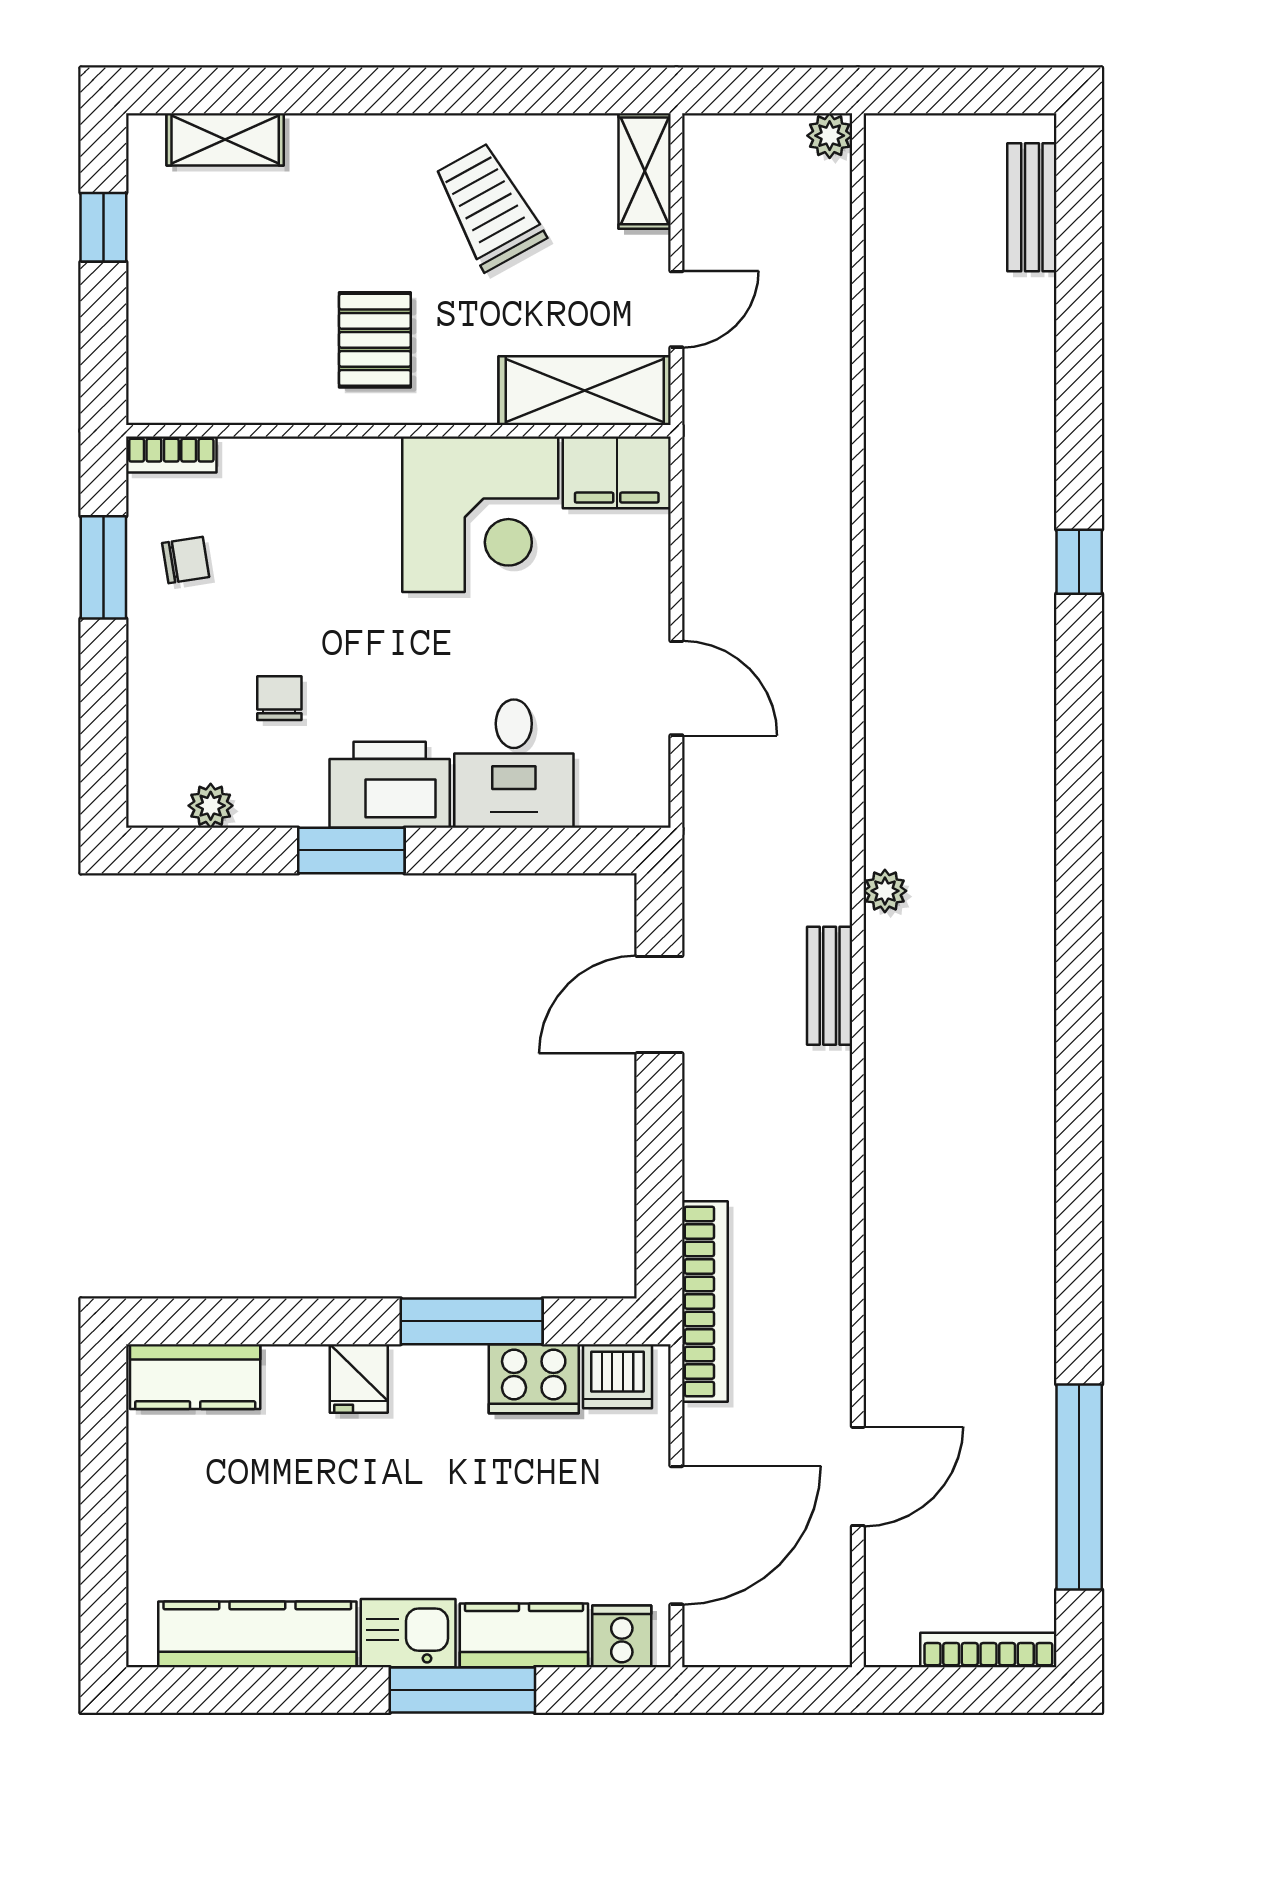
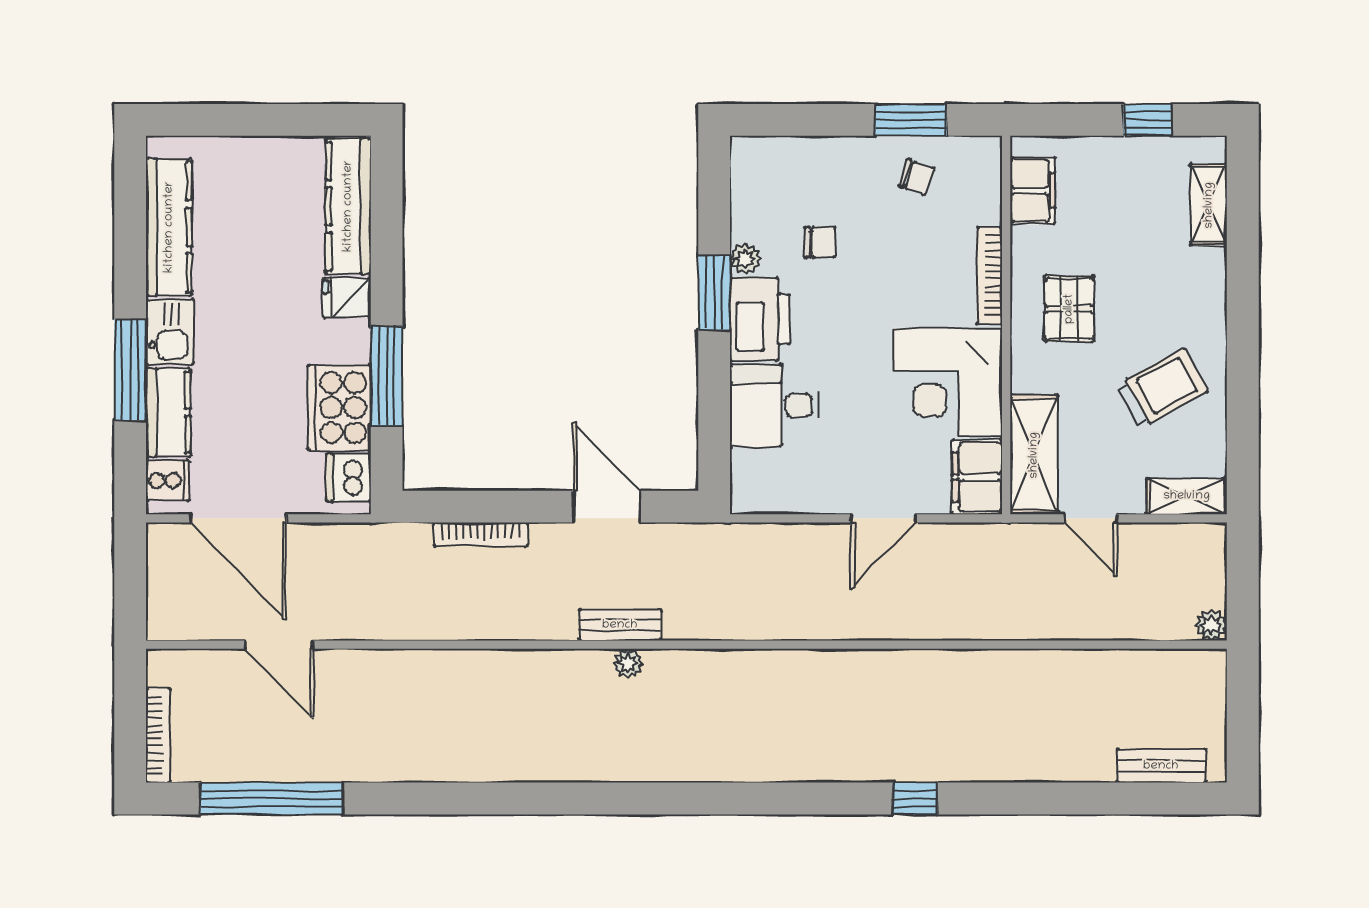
pallet: (375, 340) -> (1069, 309), turned 90
filing cabinet: (205, 393) -> (1033, 190), added
bookcase: (171, 454) -> (990, 276), moved, width x1.56
chair: (186, 560) -> (916, 177), turned -62
door: (676, 688) -> (883, 518), moved
plant: (211, 806) -> (745, 259), moved
plant: (885, 891) -> (628, 664), moved
bookcase: (705, 1301) -> (481, 534), moved, width x0.68, depth x0.76
kitchen counter: (195, 1377) -> (348, 206), width x1.50
cooker: (534, 1379) -> (339, 408), width x1.37, depth x1.31

